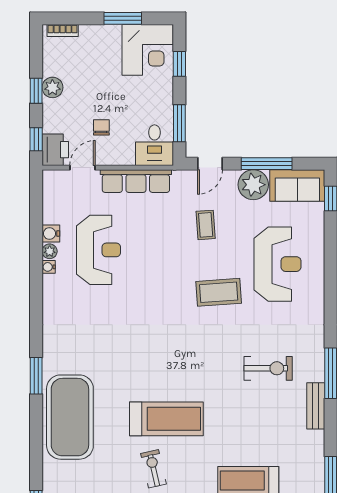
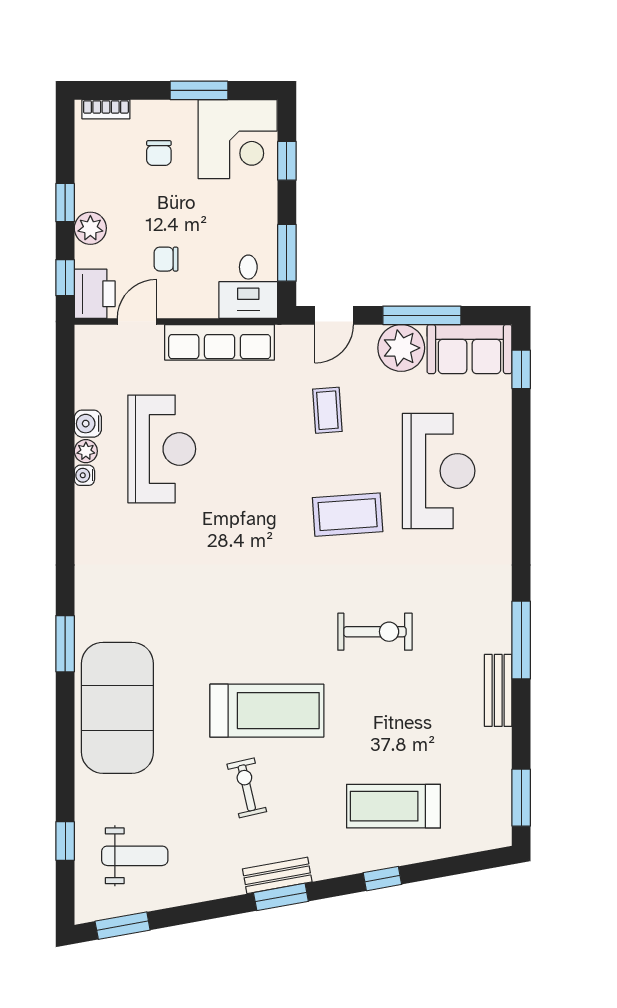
chair: (97, 59) -> (159, 153), added
plant: (52, 87) -> (90, 228), moved
chair: (101, 127) -> (166, 259), turned -90
exercise bike: (268, 368) -> (375, 632), moved

